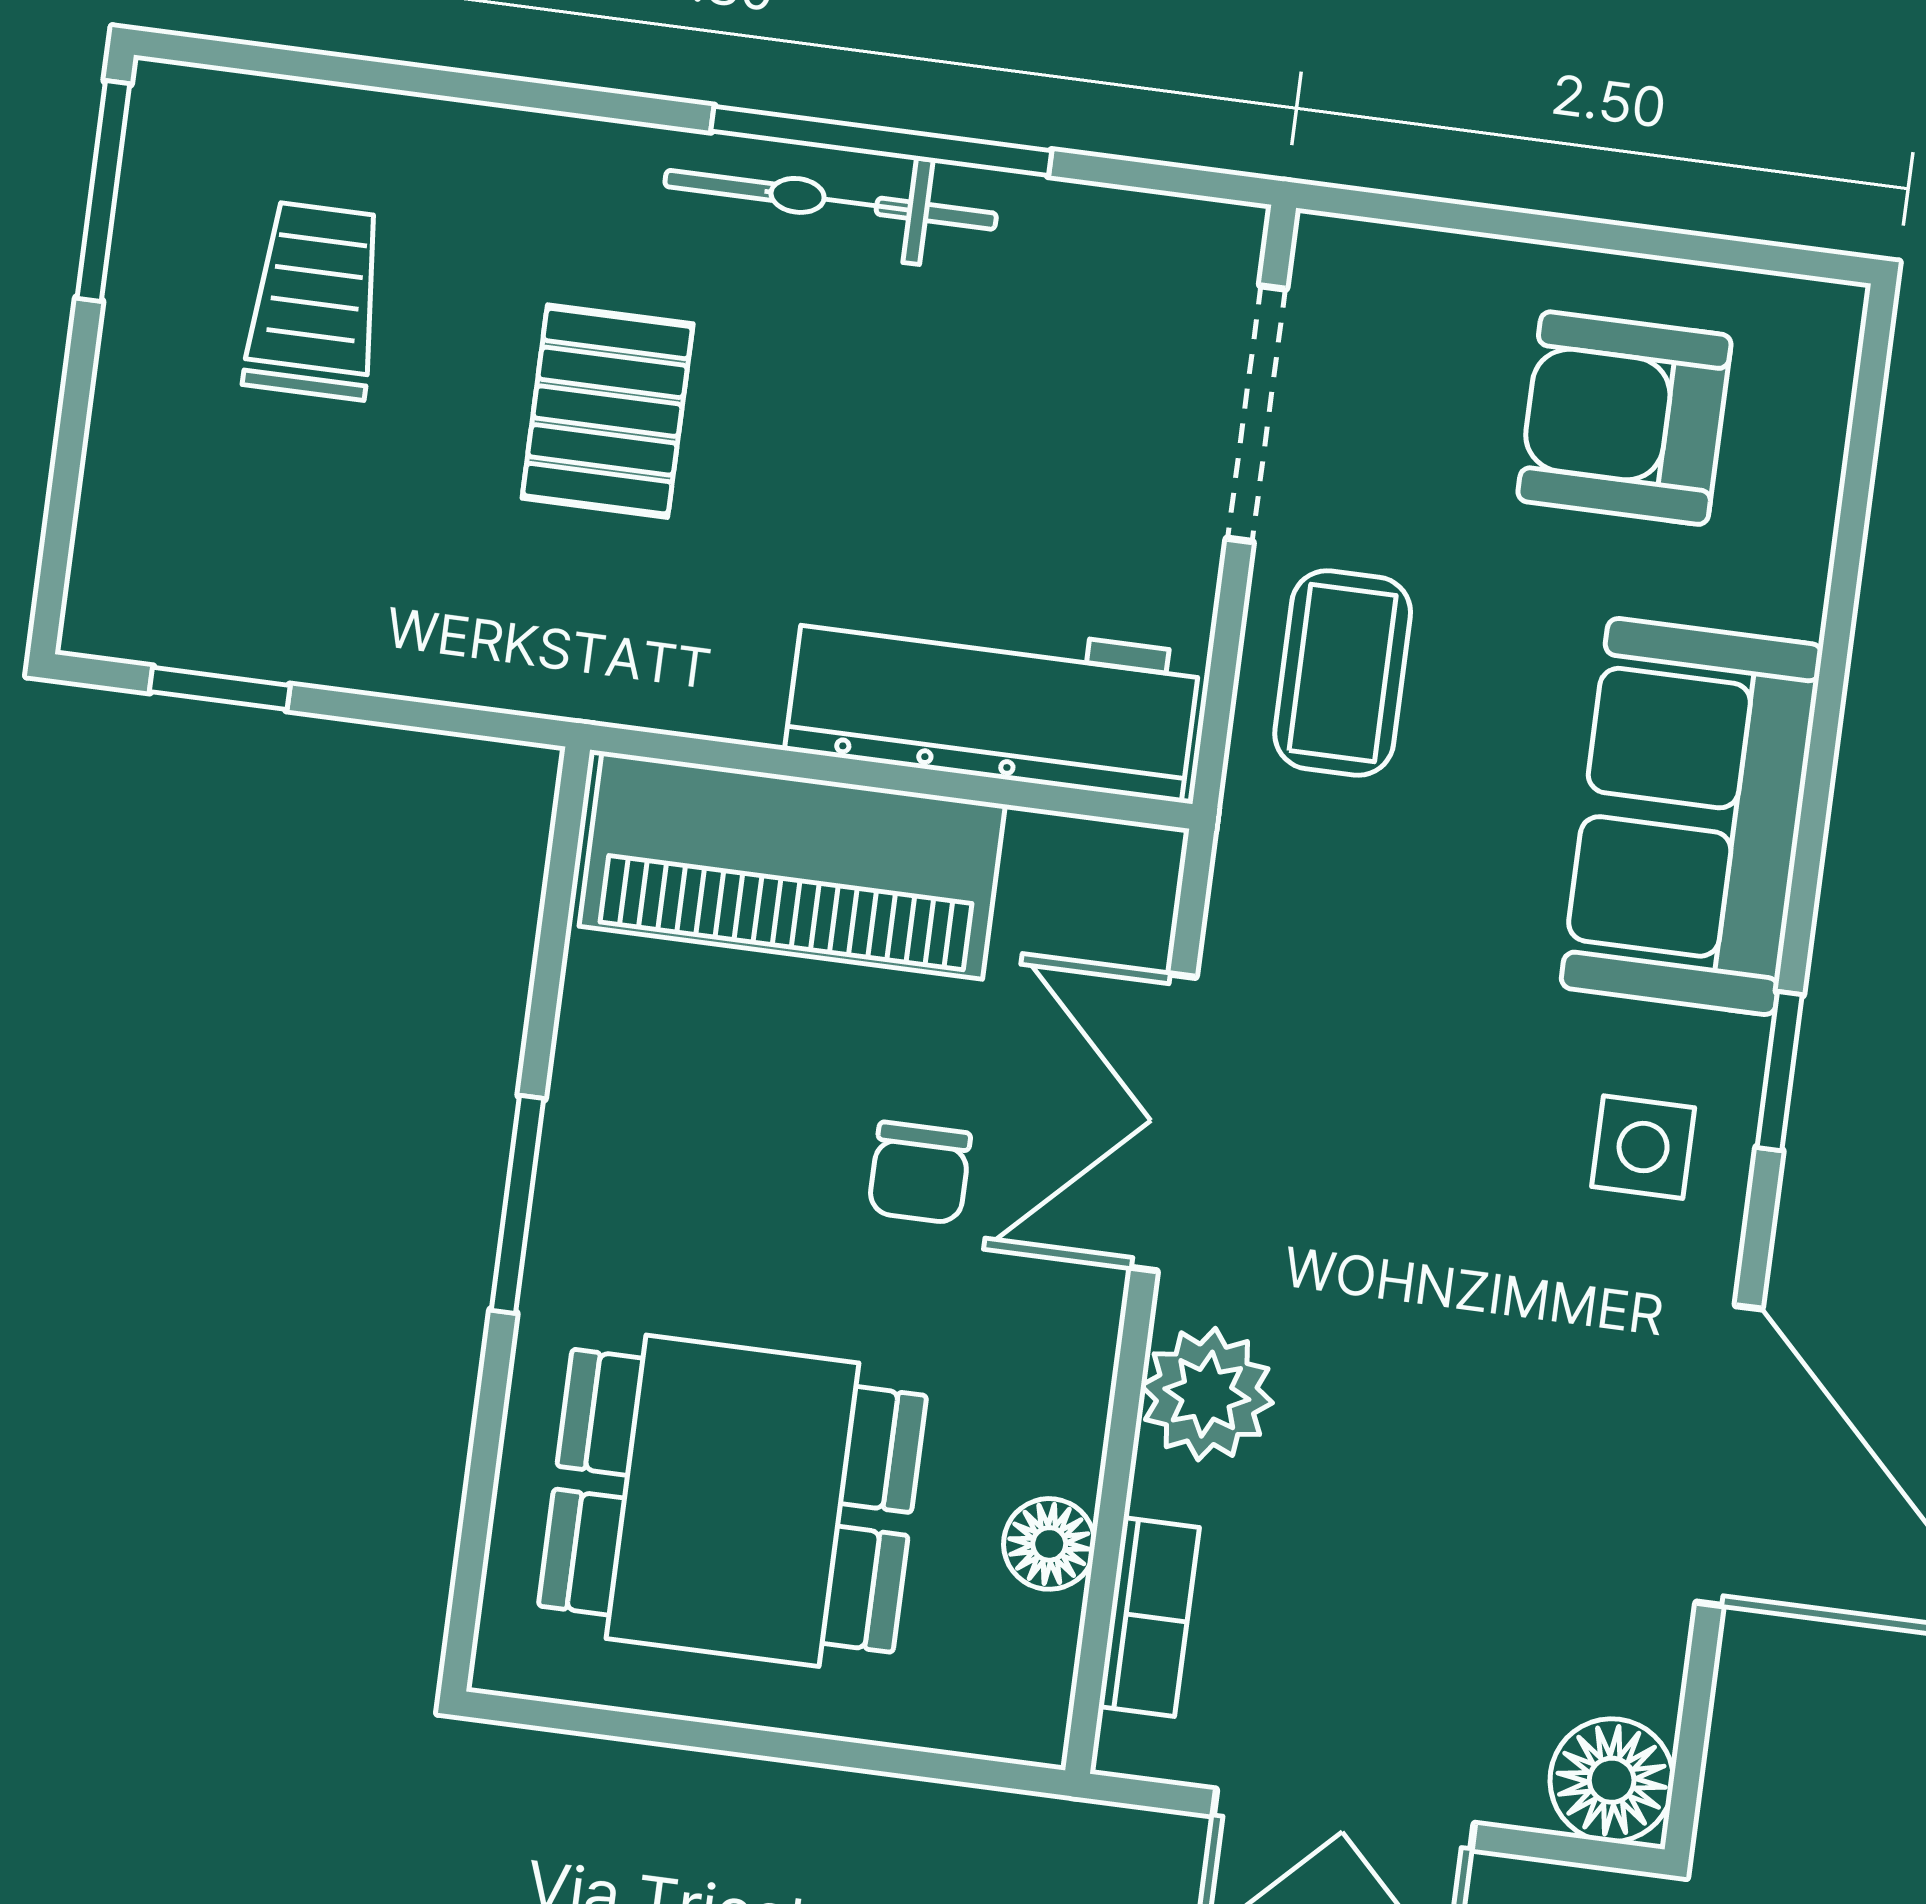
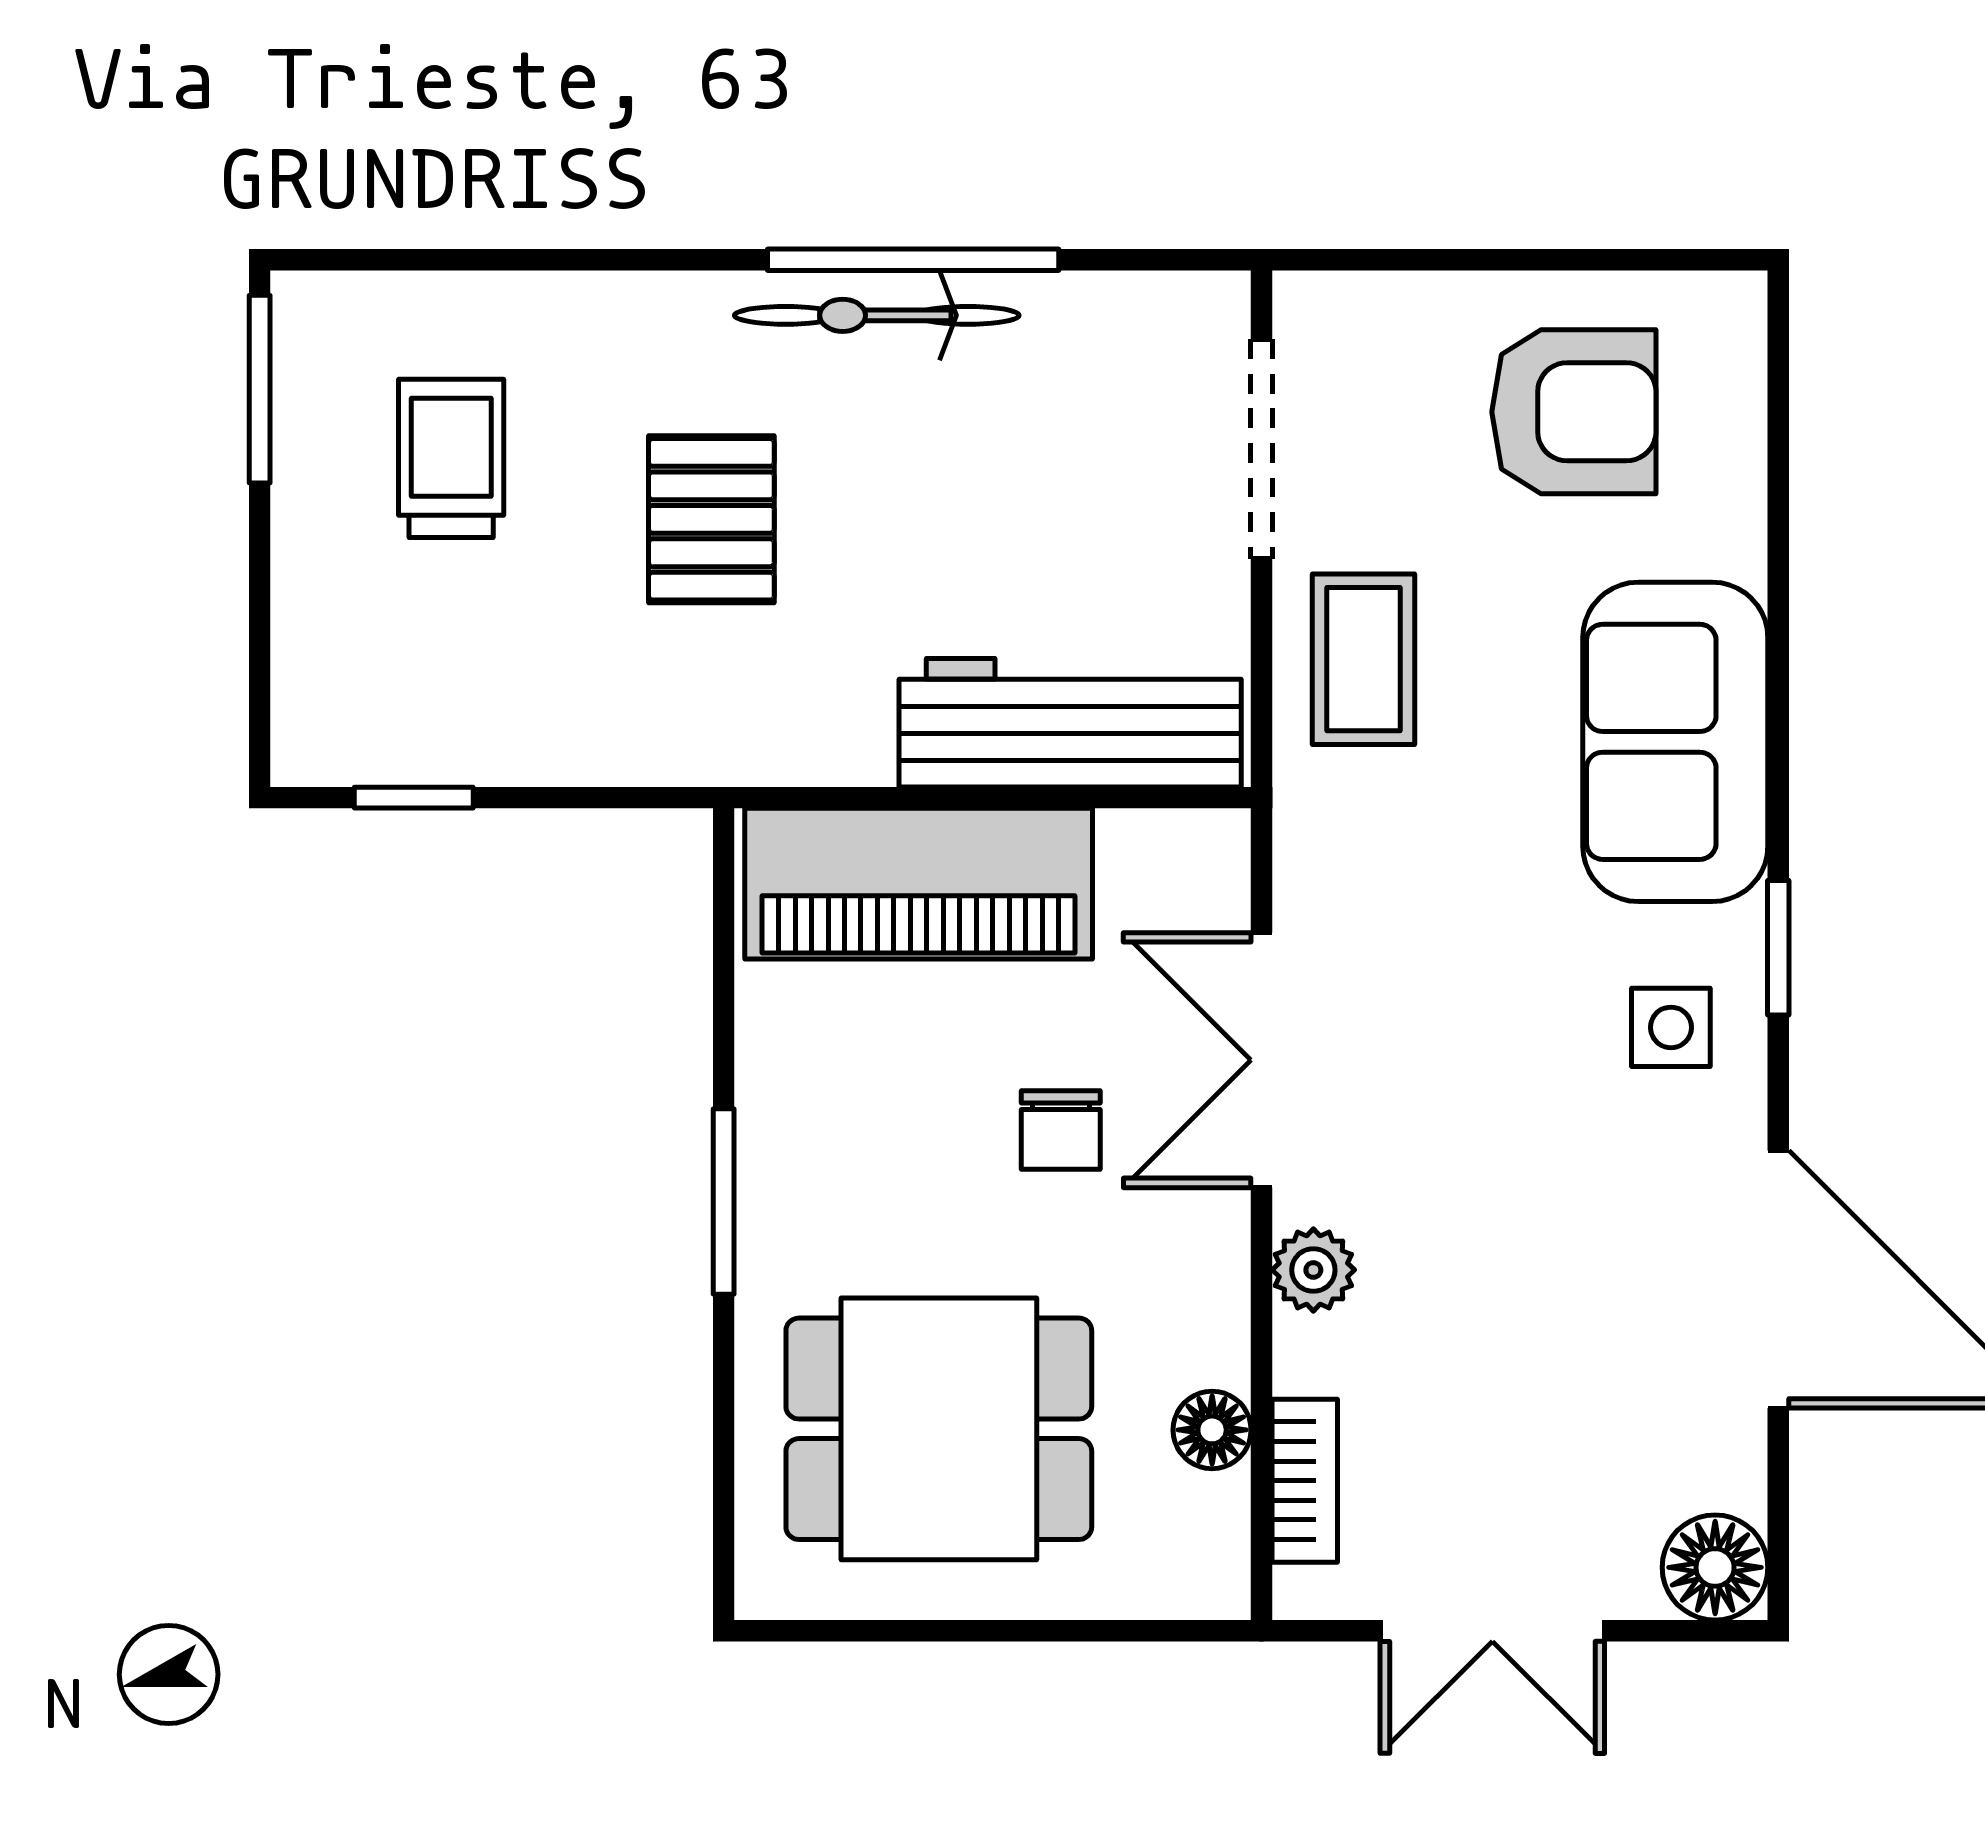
armchair: (1624, 418) -> (1574, 412), turned 180
plant: (1207, 1394) -> (1313, 1270), width x0.73, depth x0.73

